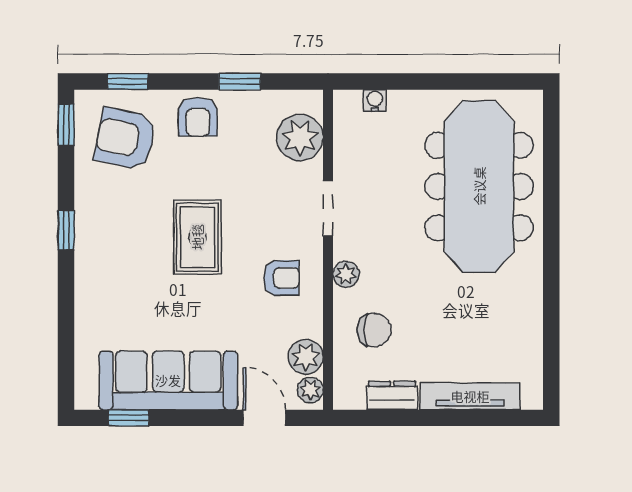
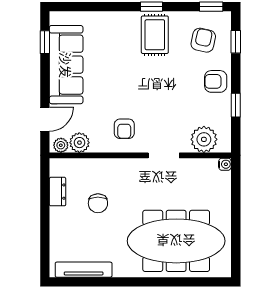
water cooler: (375, 101) -> (225, 164), moved
armchair: (125, 139) -> (203, 40), width x0.72, depth x0.72
rug: (197, 237) -> (155, 35), moved, turned 90
plant: (346, 274) -> (126, 165), removed
chair: (374, 330) -> (98, 203), moved
tv unit: (470, 396) -> (84, 270), moved, turned -90

